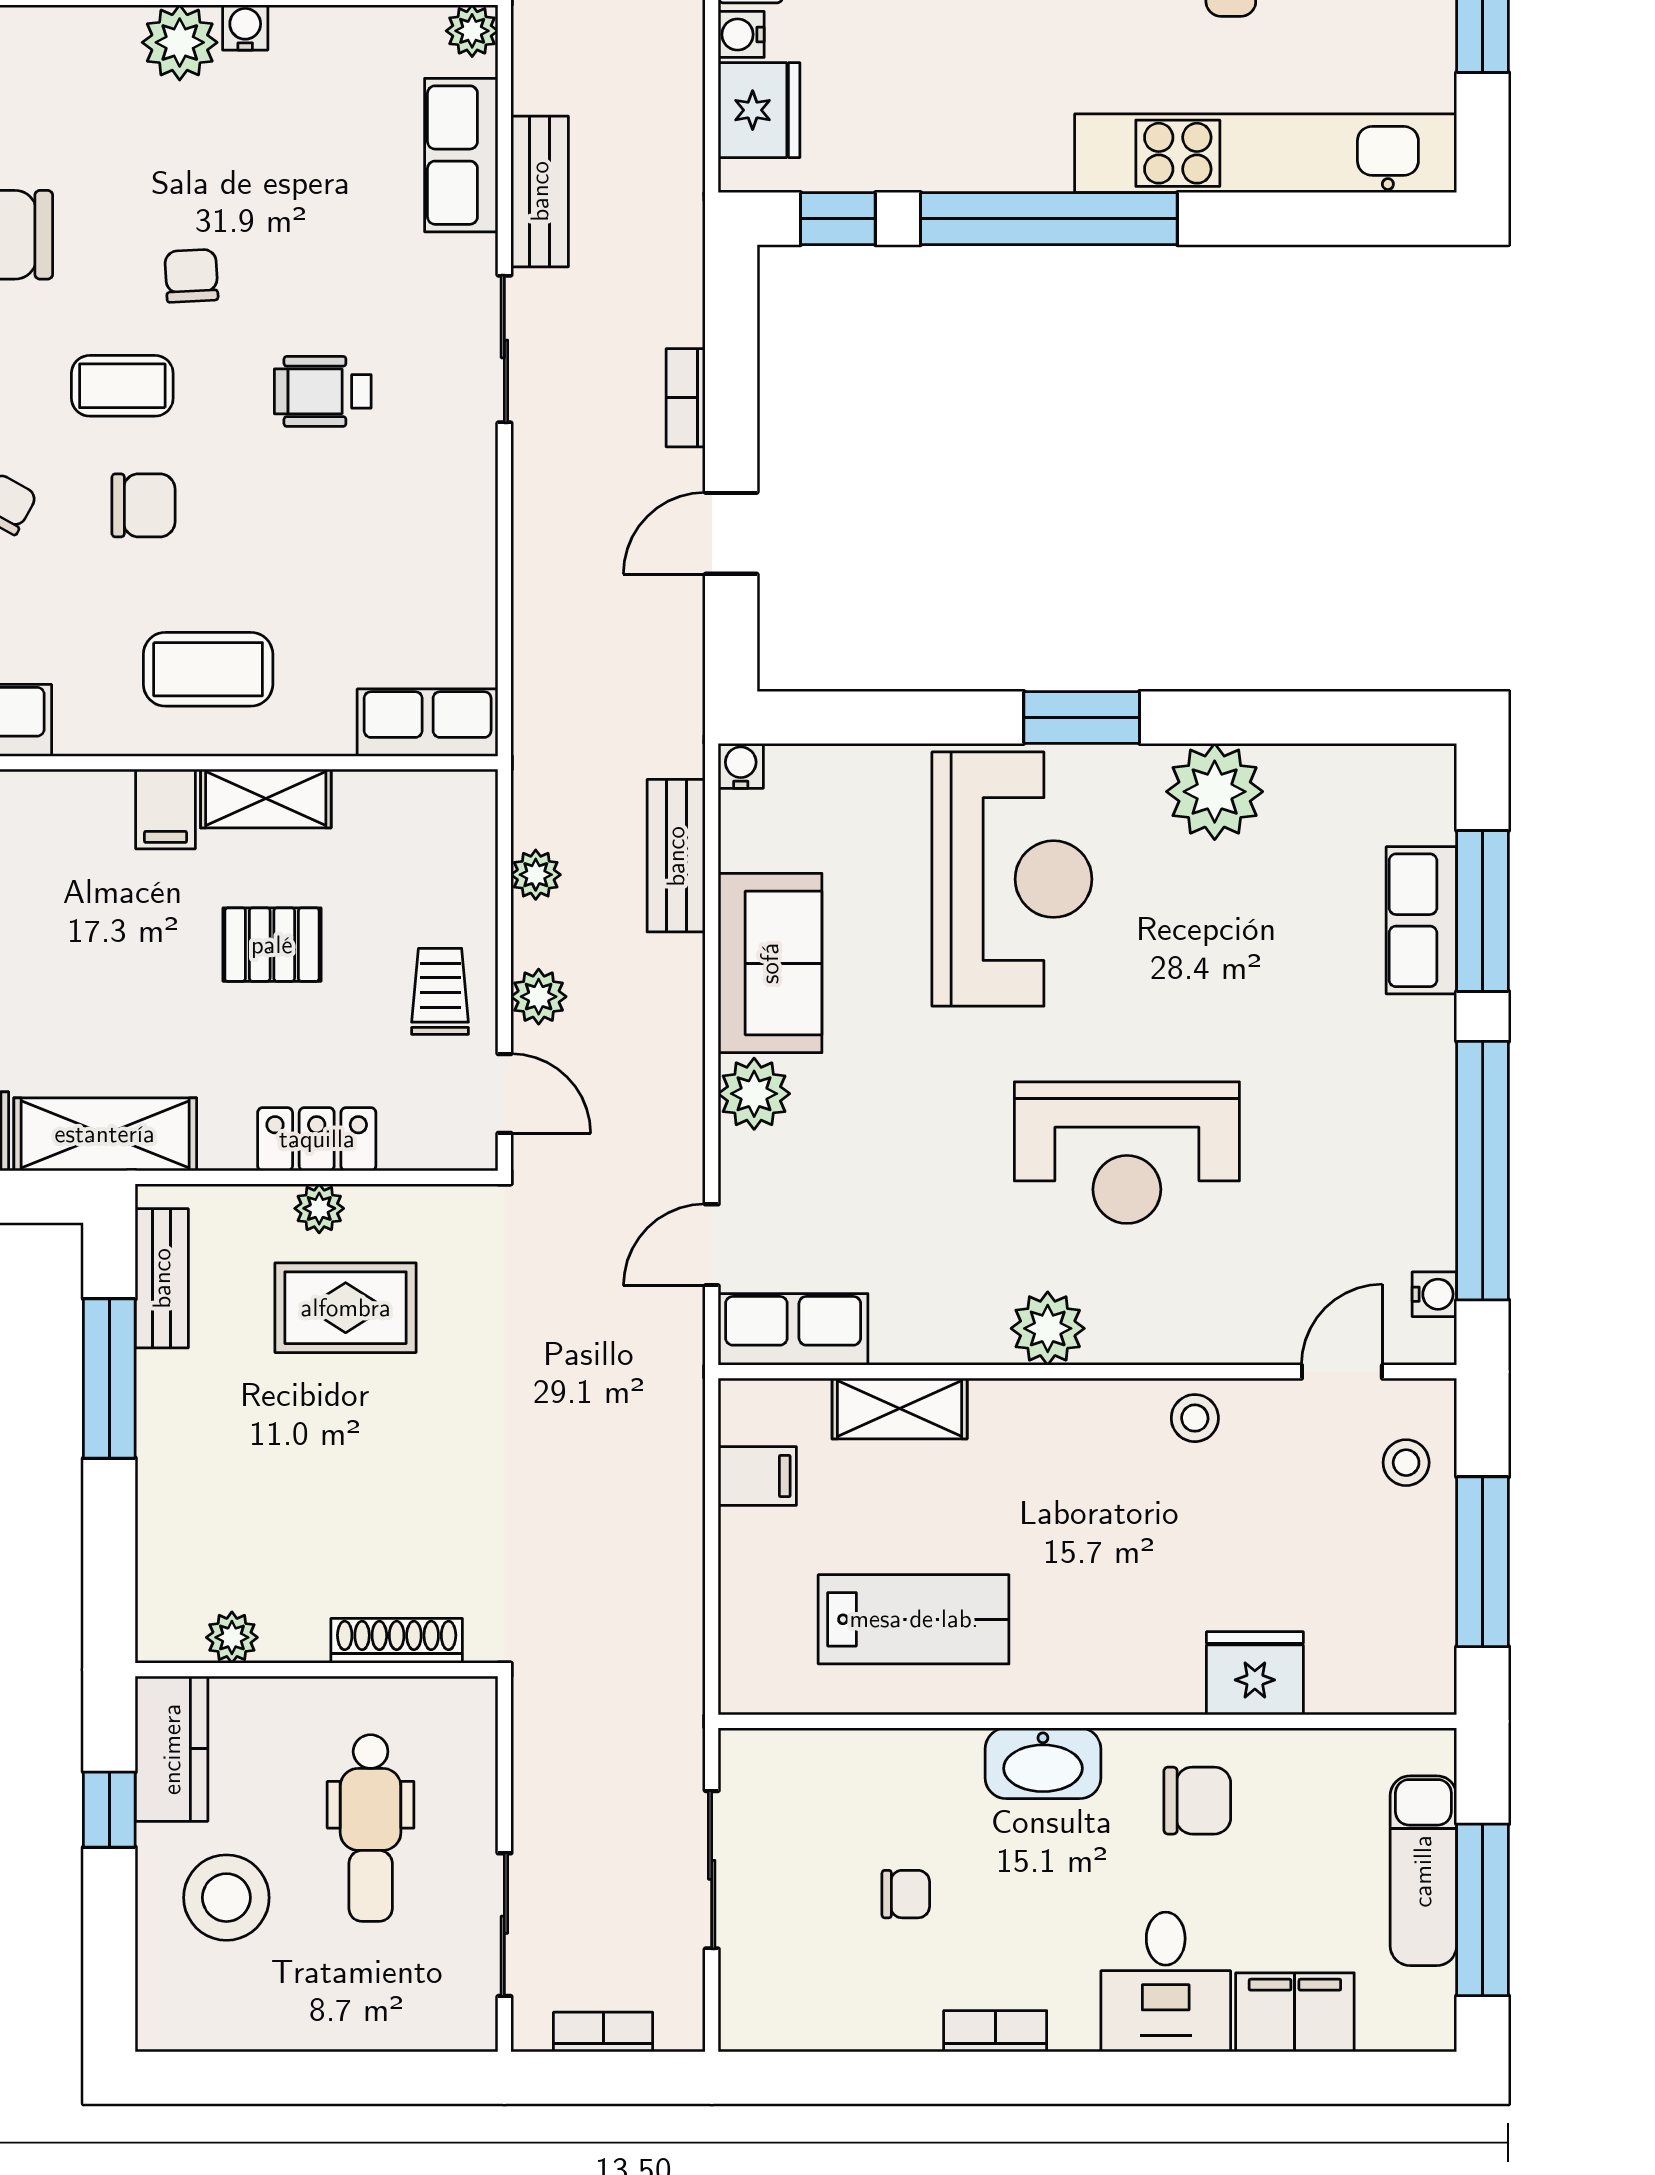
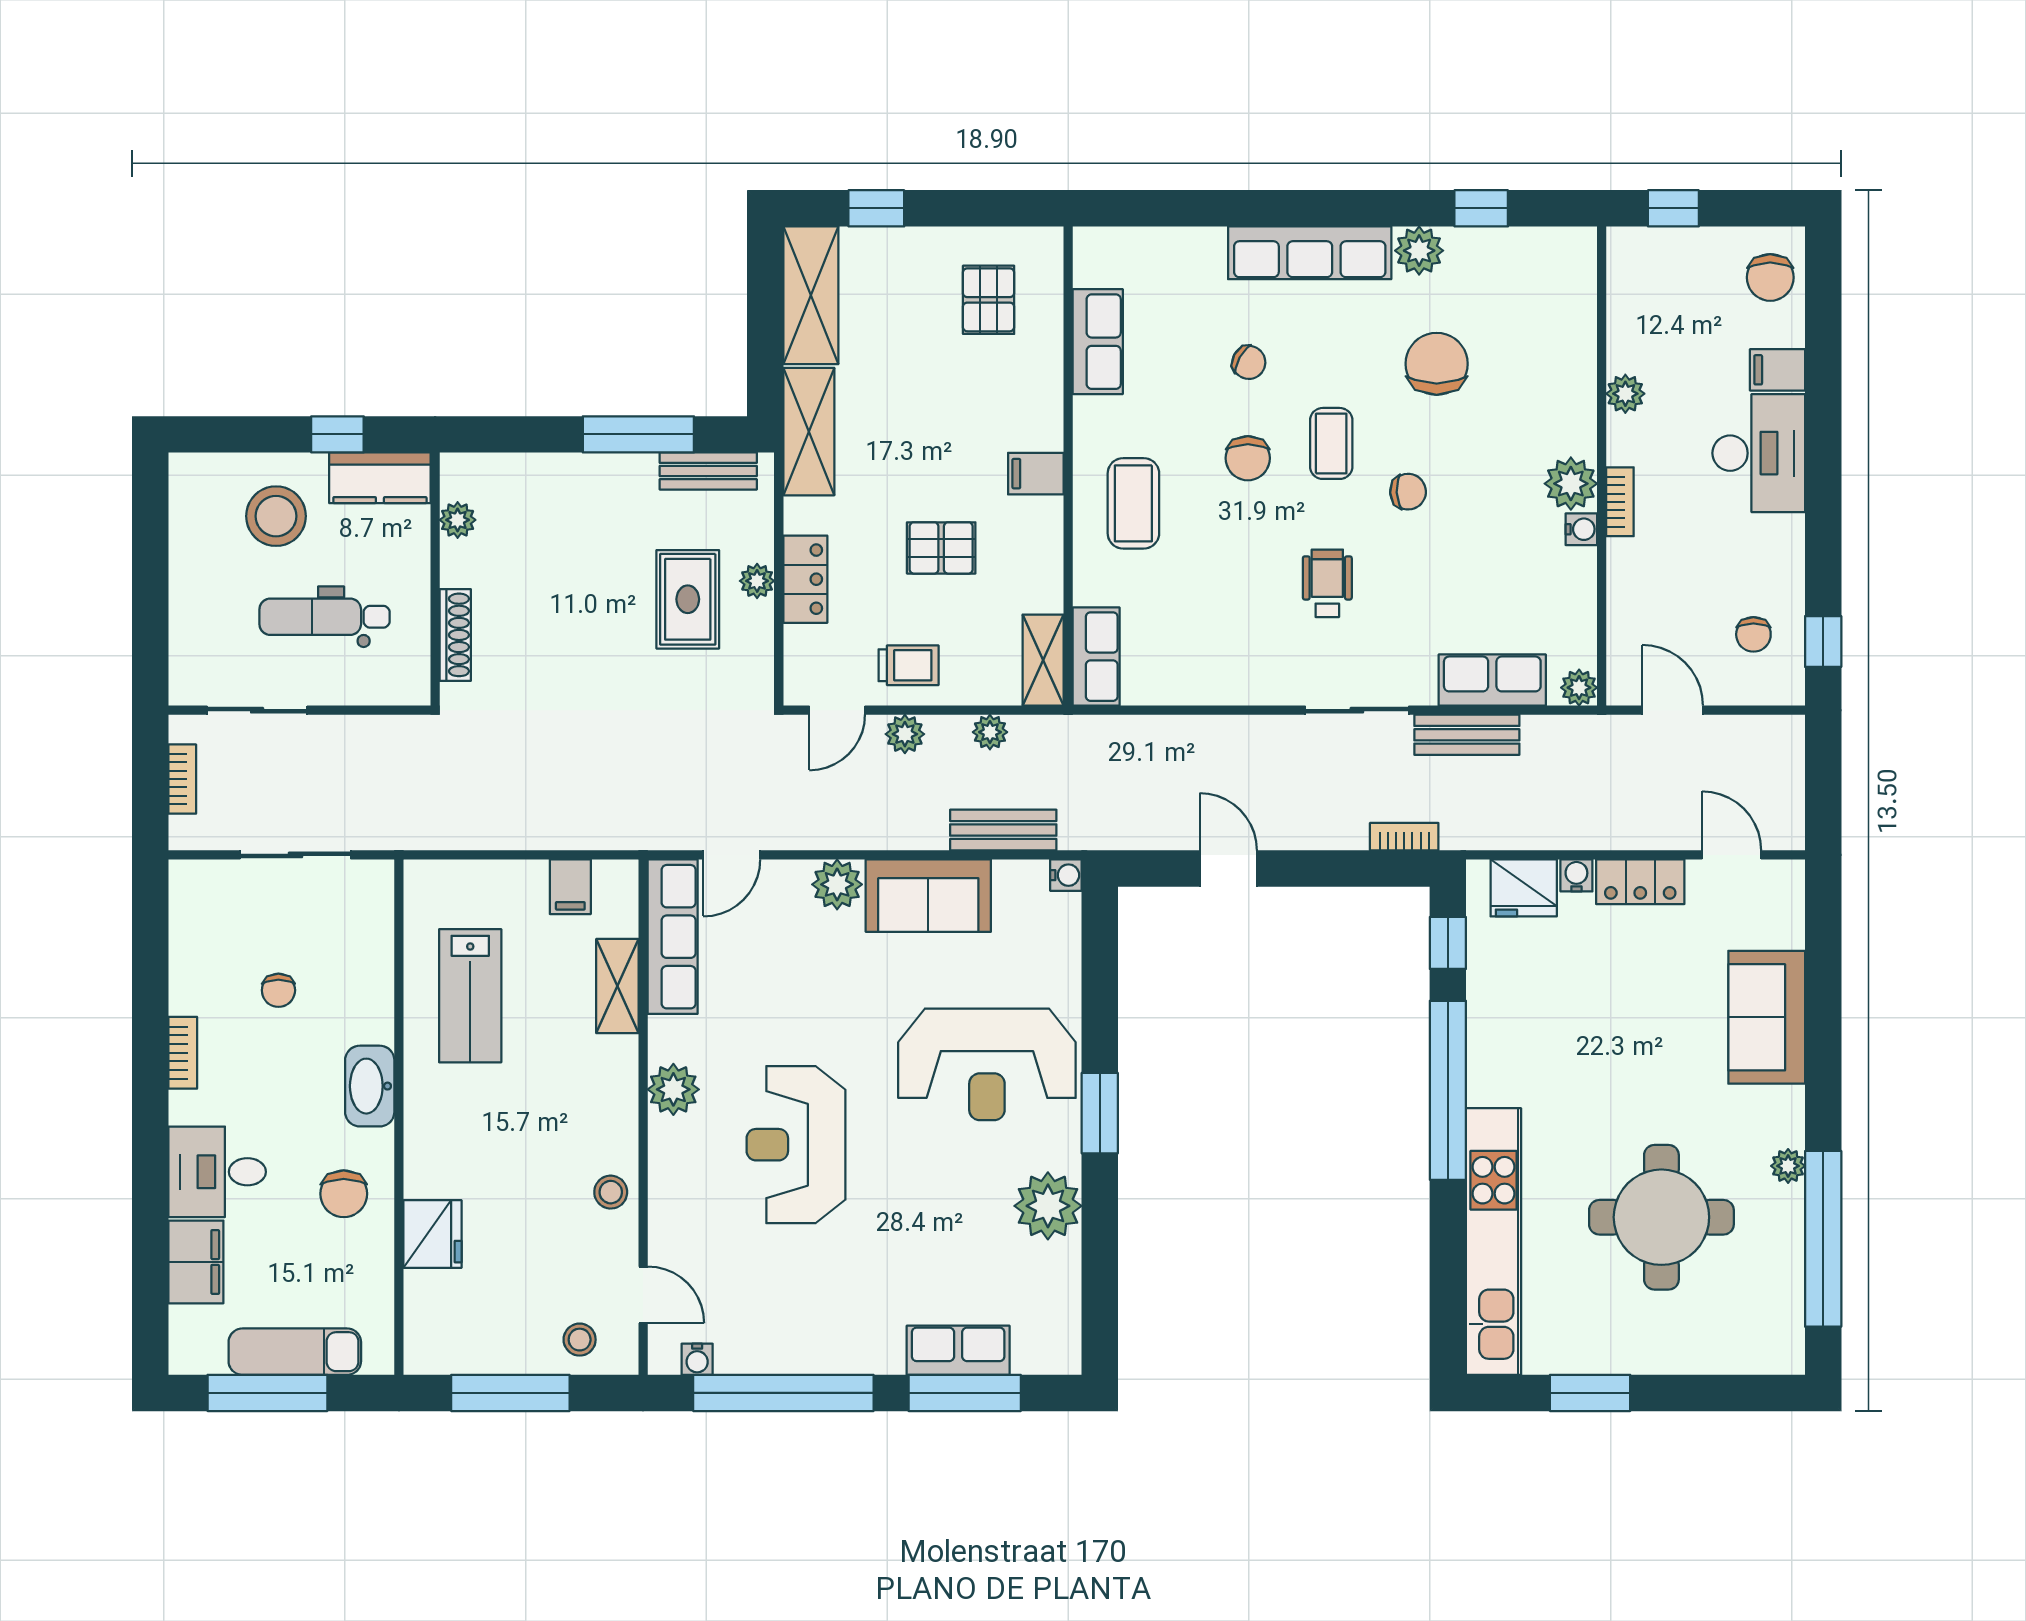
bookcase: (686, 398) -> (1404, 837), moved
shelving: (266, 799) -> (1043, 660), moved
pallet: (272, 945) -> (941, 548), turned 90
door: (712, 1245) -> (732, 855), swing flipped
row of seats: (793, 1329) -> (673, 937), width x1.48

